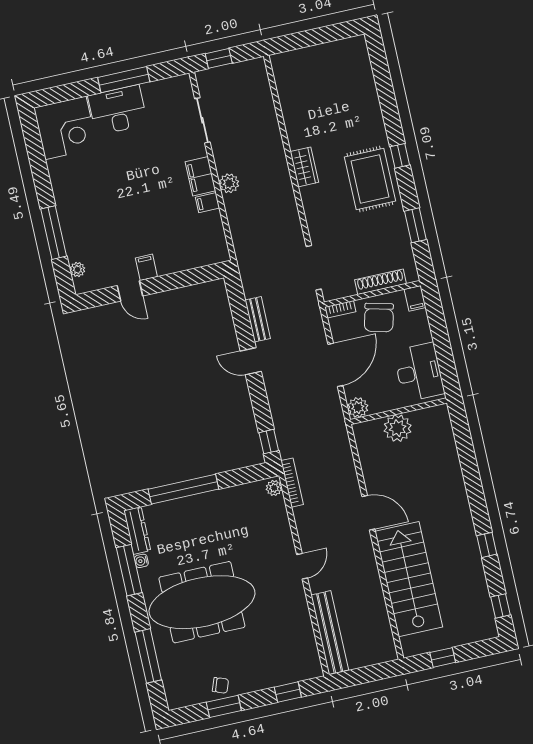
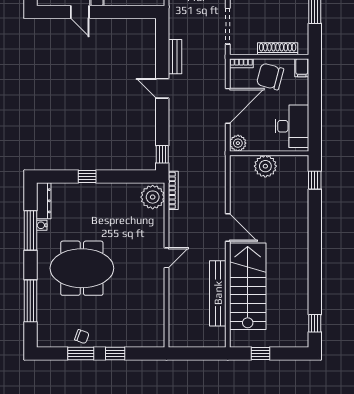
chair: (379, 318) -> (270, 76), turned 91
plant: (274, 488) -> (153, 197), width x1.87, depth x1.87
window: (183, 489) -> (87, 176), width x0.32
window: (487, 545) -> (315, 180), moved
meeting table: (202, 602) -> (82, 268), width x0.73
bench: (330, 633) -> (218, 293), moved
window: (288, 692) -> (115, 354), moved

